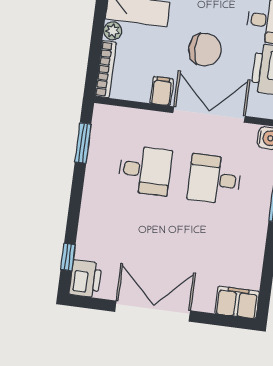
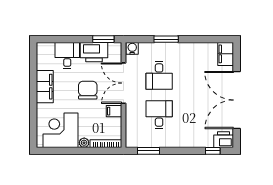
double door: (153, 311) -> (237, 100), width x1.36

